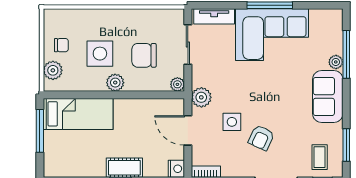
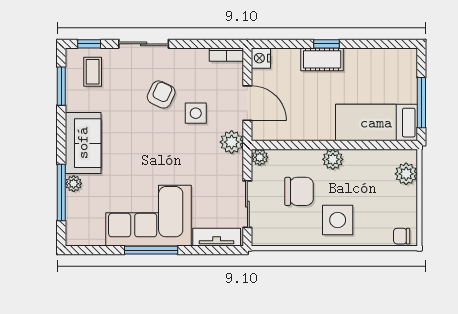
chair: (61, 45) -> (402, 236), moved
side table: (100, 54) -> (338, 220), moved

